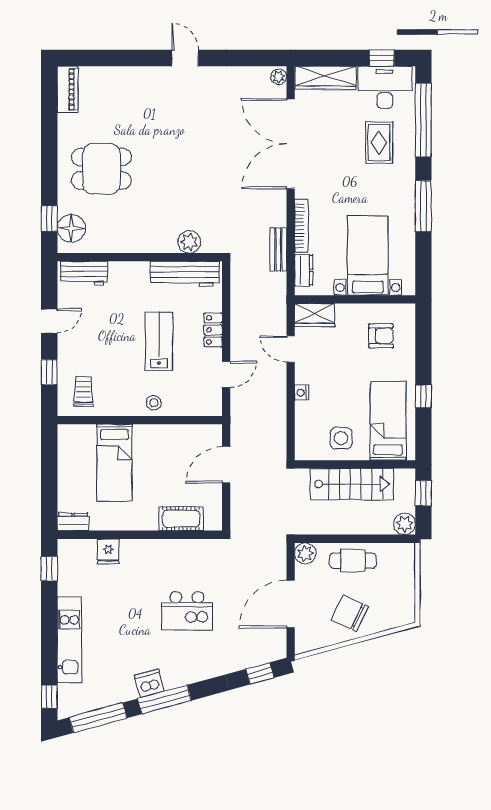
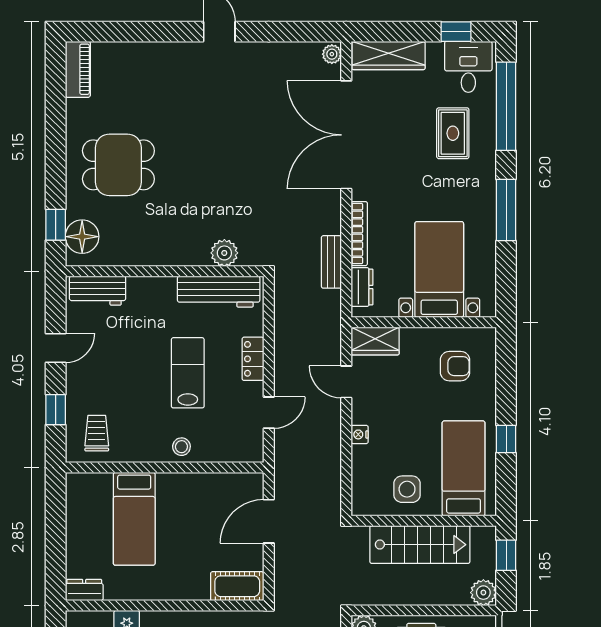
desk: (385, 87) -> (468, 67), width x0.73
cot: (181, 519) -> (237, 586), moved

